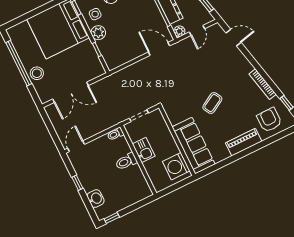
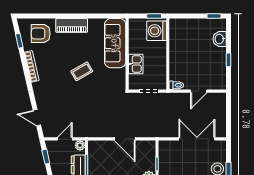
door: (159, 49) -> (125, 139), moved
armchair: (269, 120) -> (41, 34), turned 91
door: (76, 146) -> (199, 91), moved
kitchen sink: (144, 150) -> (136, 64), moved, turned 180
toilet: (126, 161) -> (179, 58), removed
washing machine: (176, 166) -> (157, 31), moved, turned 180
window: (169, 190) -> (154, 16), added

